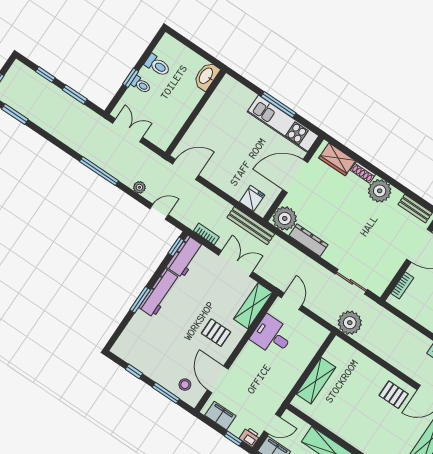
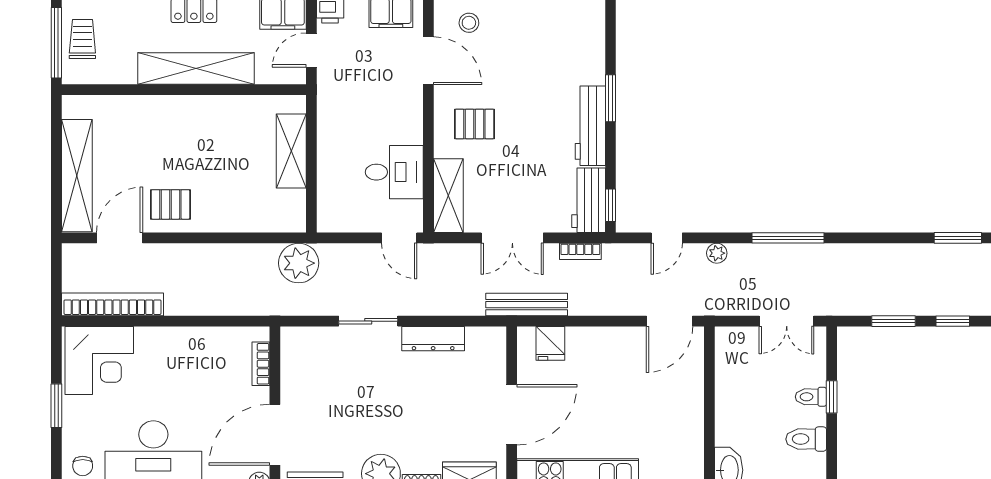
plant: (285, 218) -> (486, 346), removed
sliding door: (351, 282) -> (368, 321), moved

